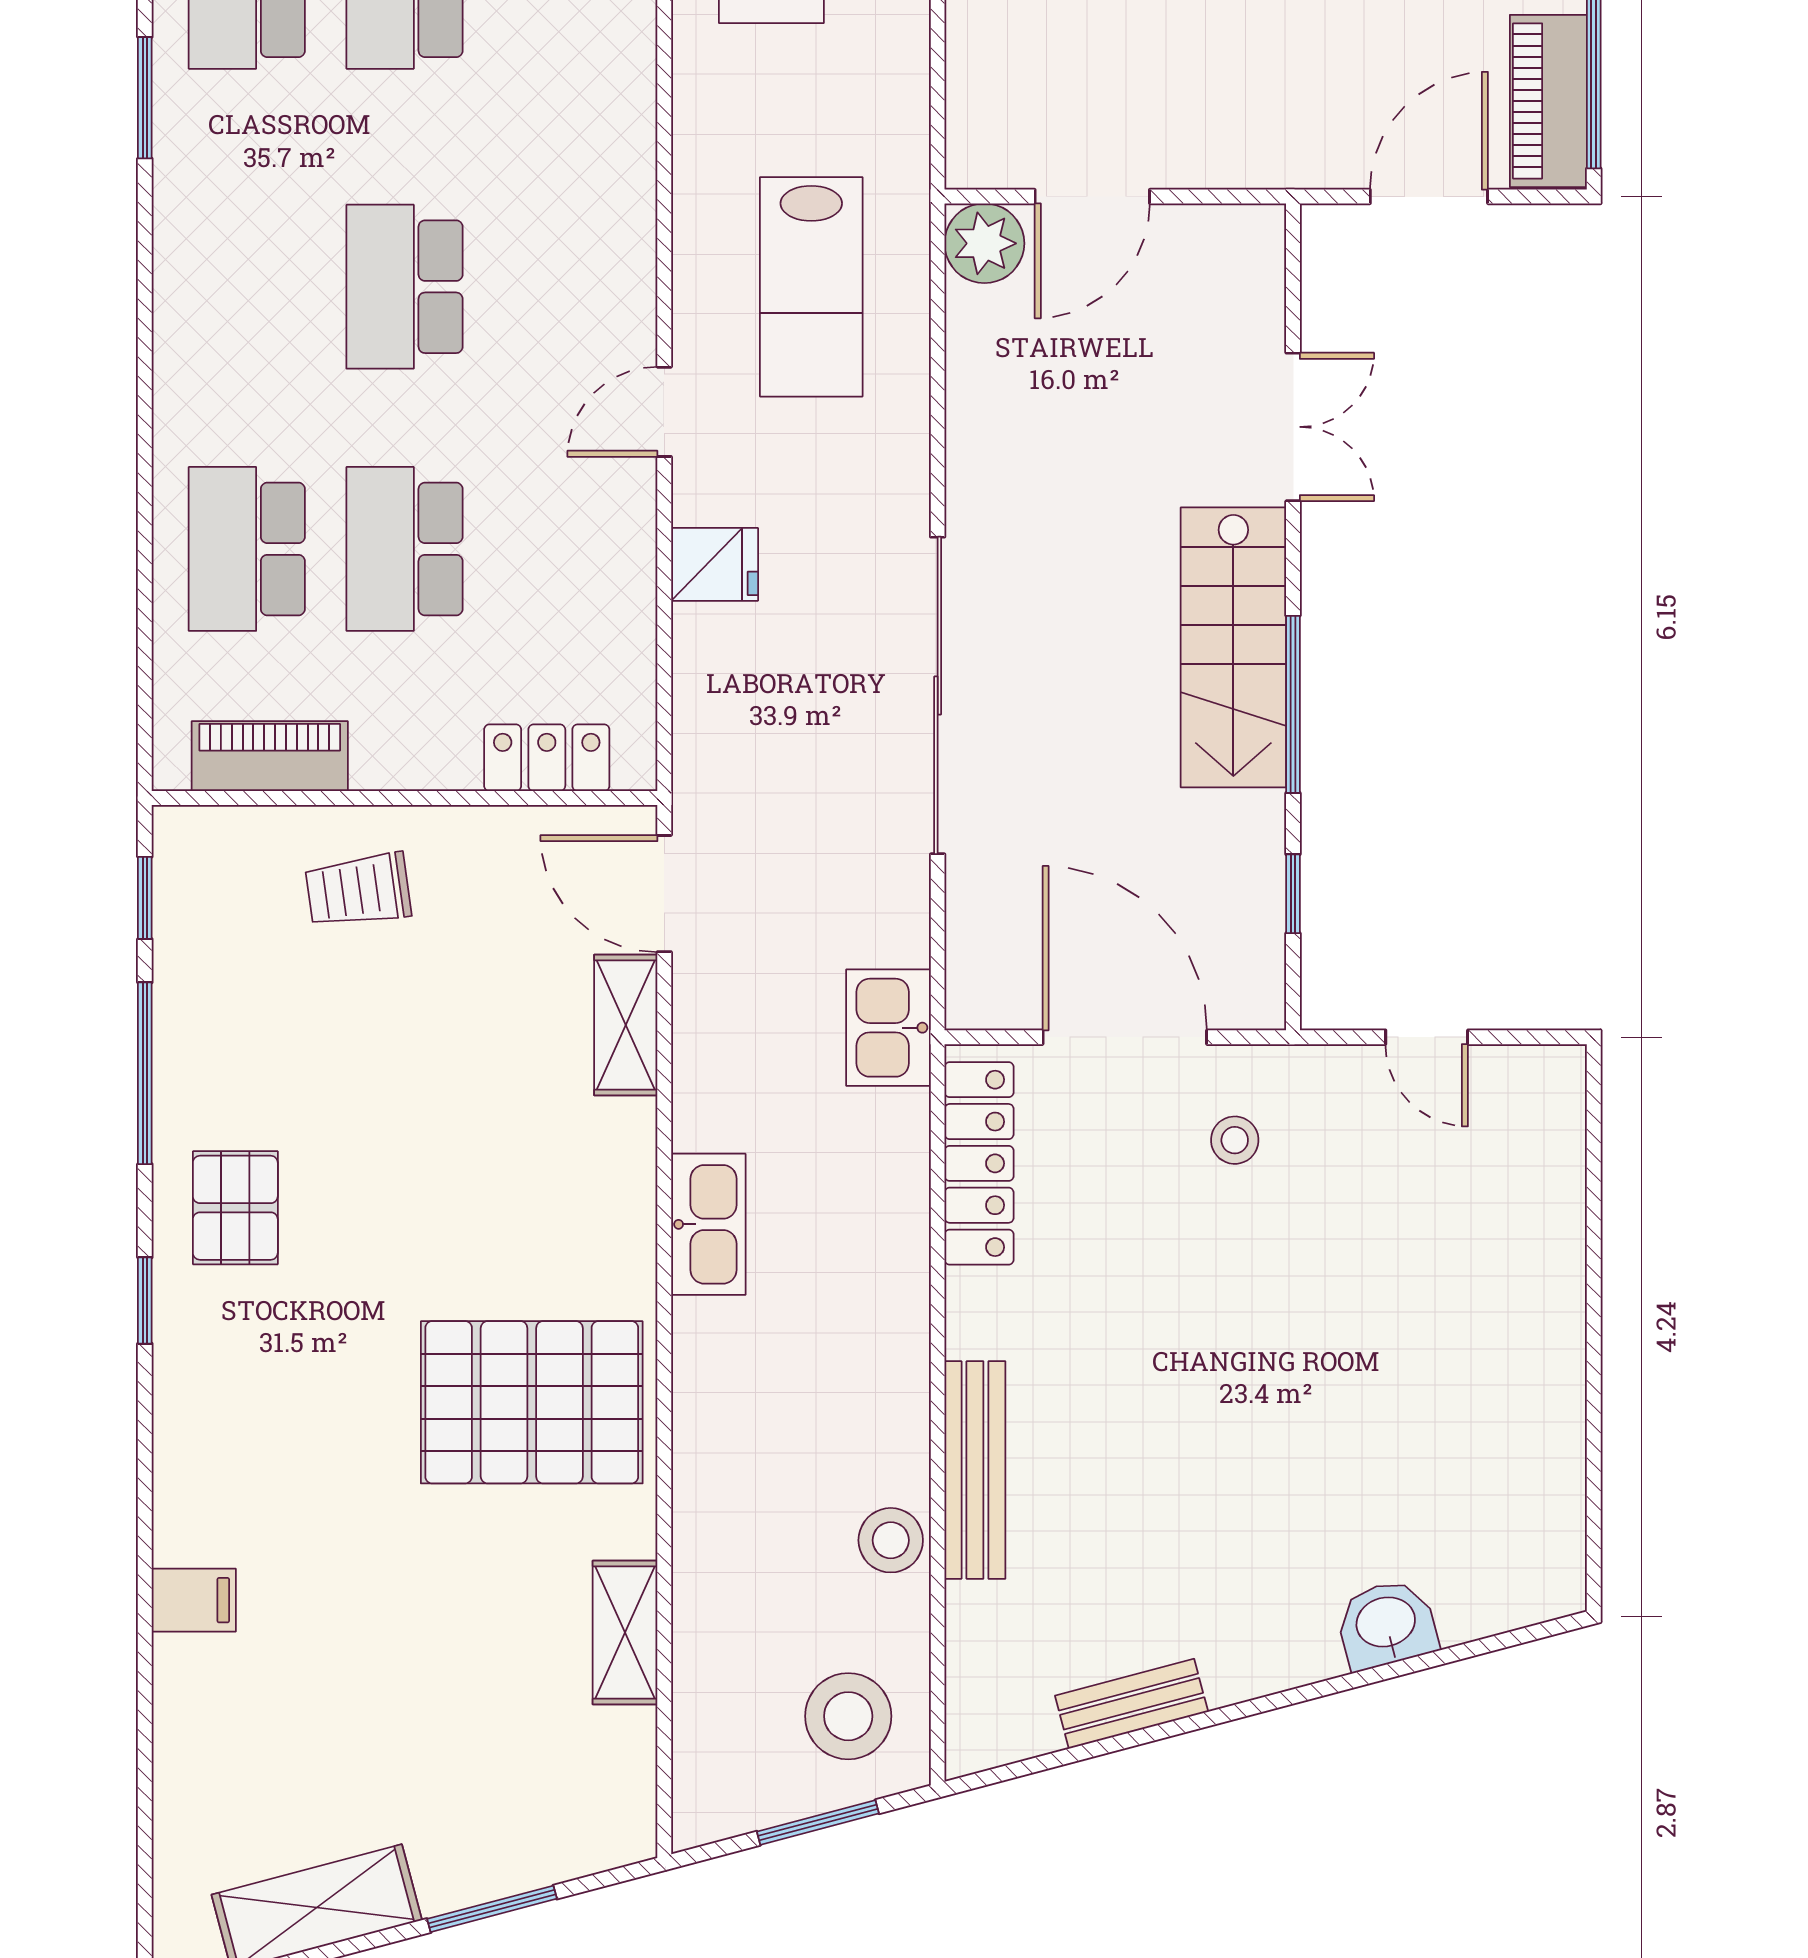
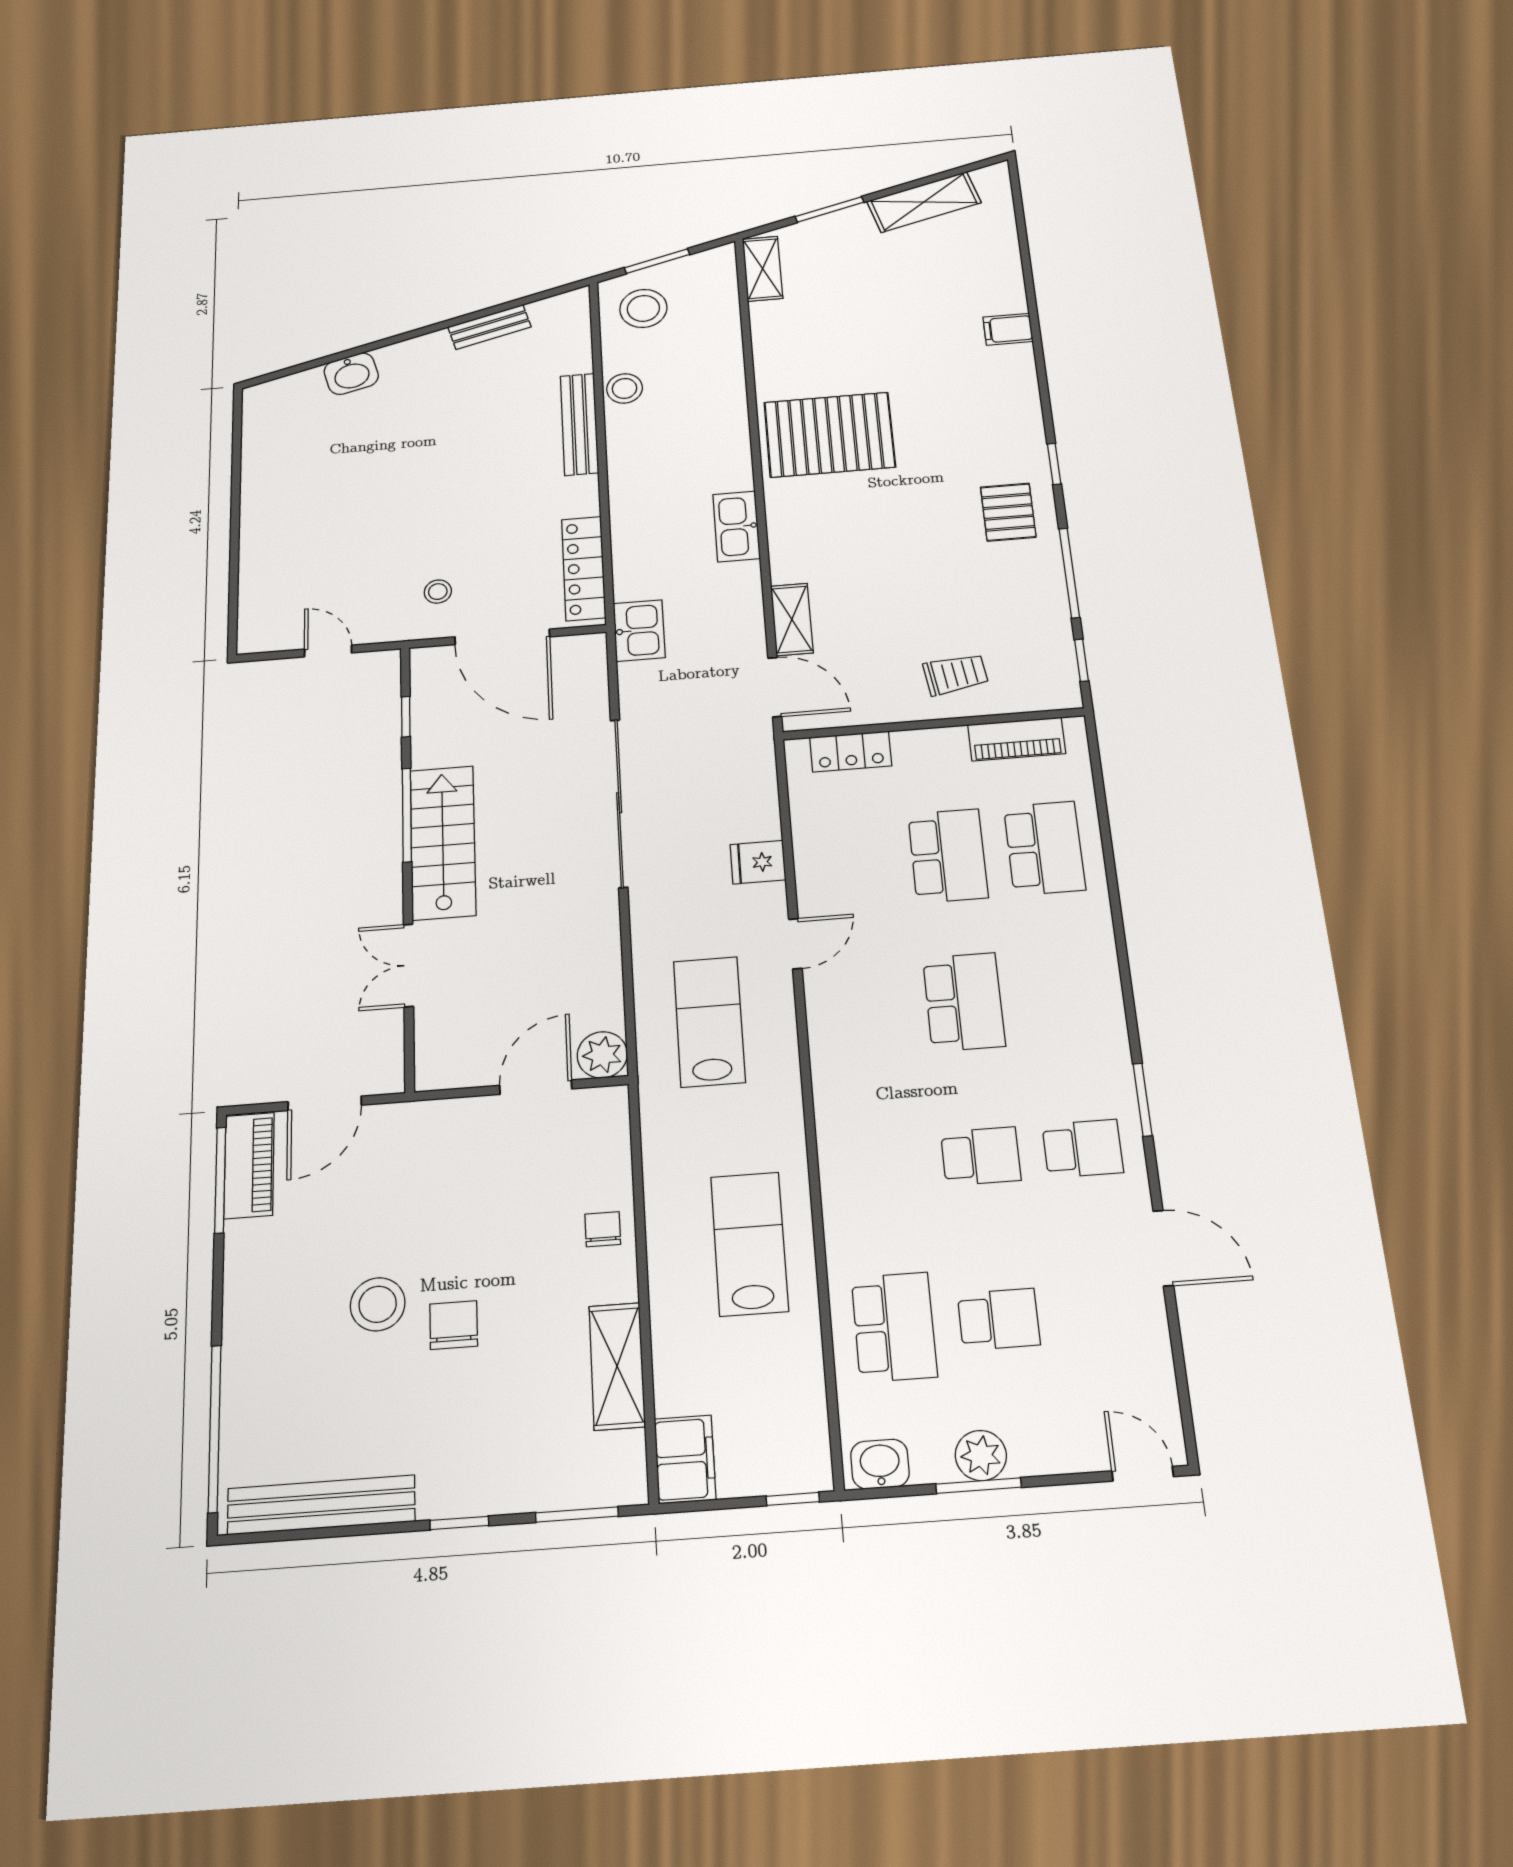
shelving: (625, 1632) -> (763, 269), moved

